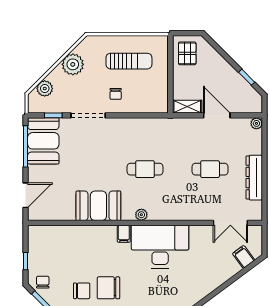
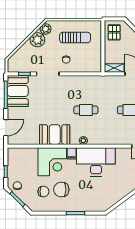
plant: (45, 88) -> (46, 29), moved
corner desk: (95, 246) -> (52, 162), added

